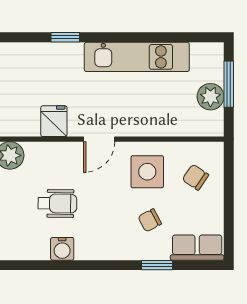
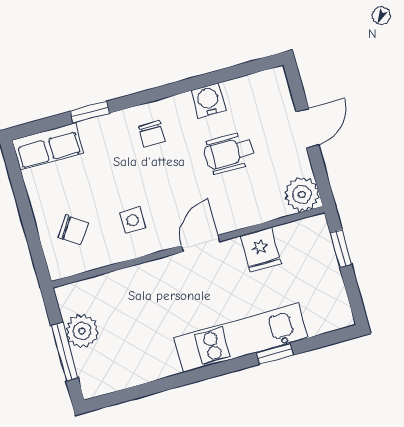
kitchen unit: (137, 57) -> (241, 338), moved
side table: (147, 172) -> (133, 220), width x0.54, depth x0.54
chair: (150, 220) -> (152, 134), moved, turned 118

